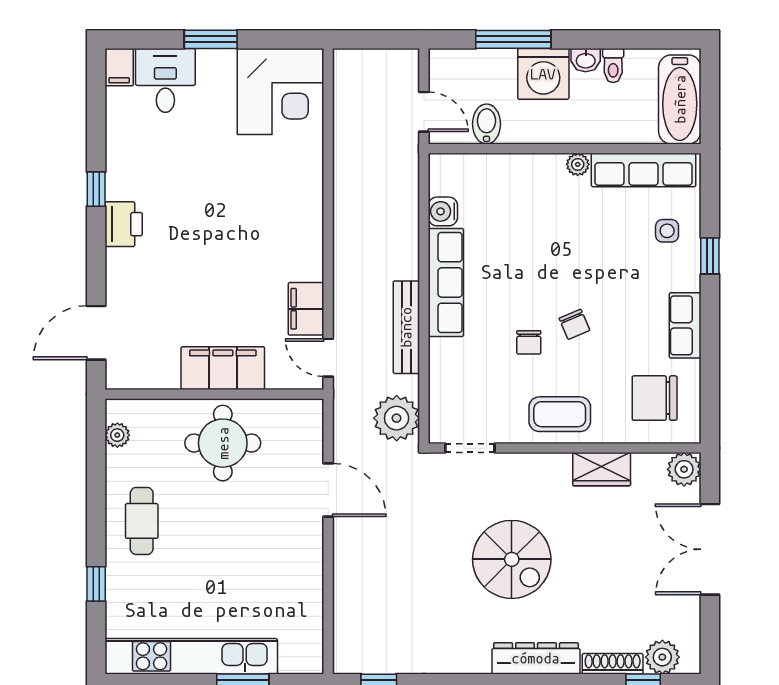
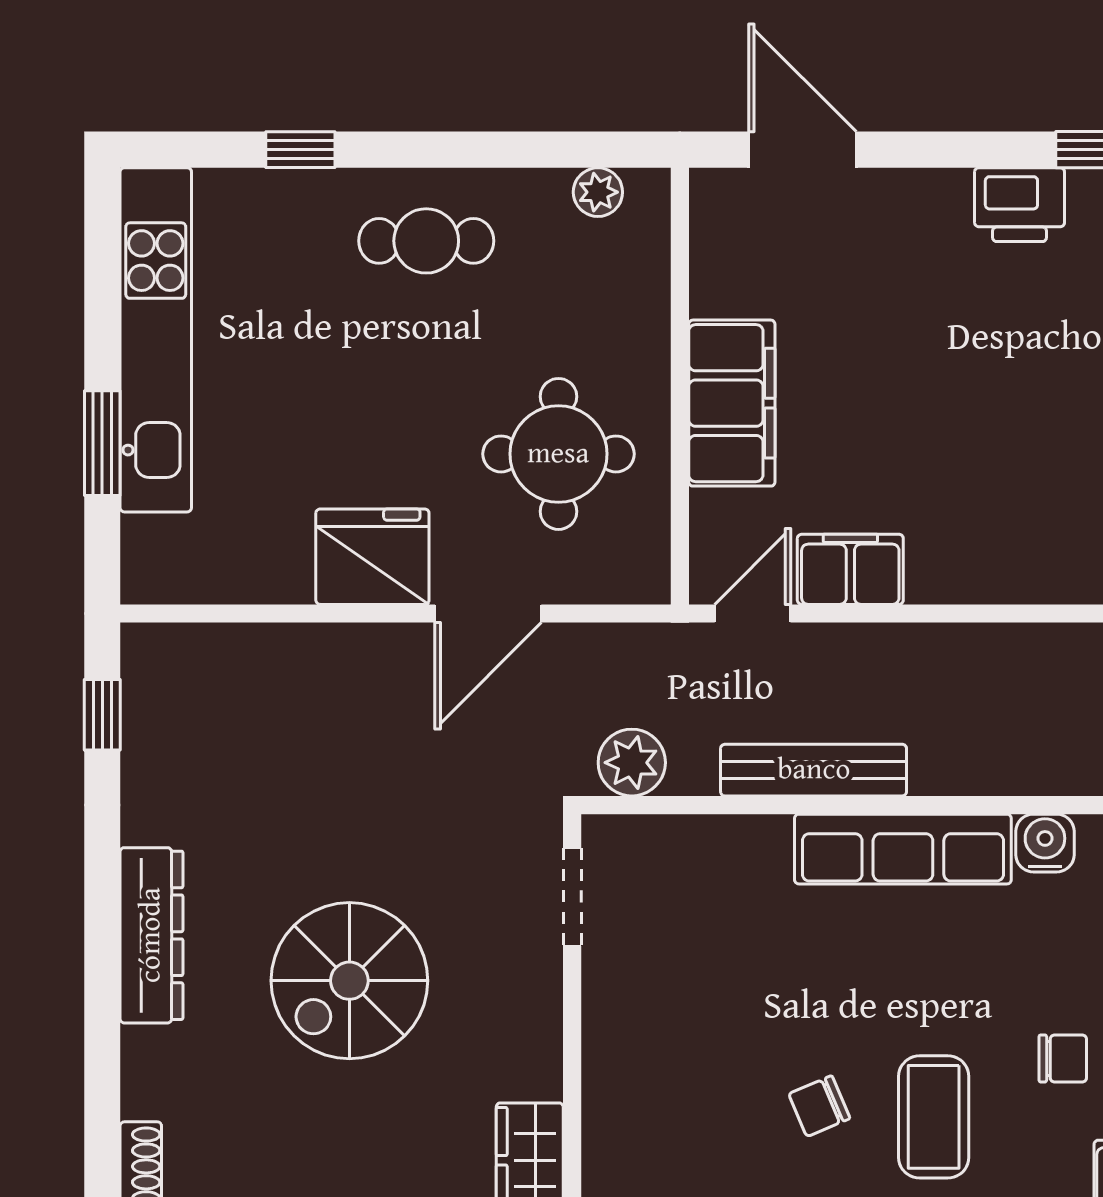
chair: (529, 342) -> (1063, 1058), moved, turned 180
coffee table: (560, 414) -> (934, 1117), moved
plant: (397, 418) -> (632, 763), width x0.73, depth x0.73
round table: (223, 443) -> (558, 454), moved
fridge: (300, 548) -> (372, 557), added
dresser: (536, 658) -> (151, 935), moved

